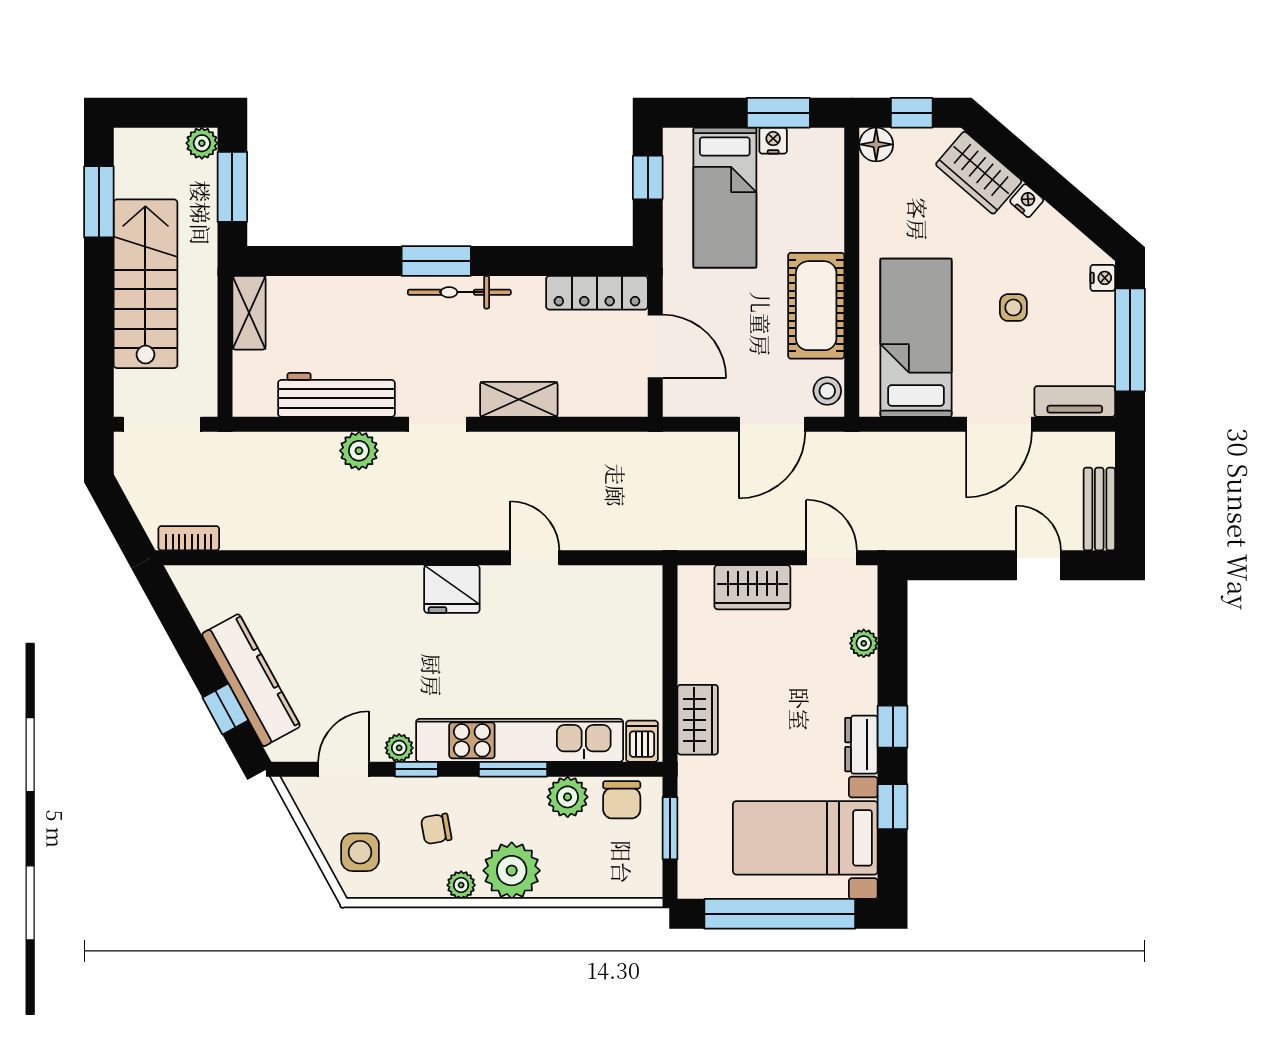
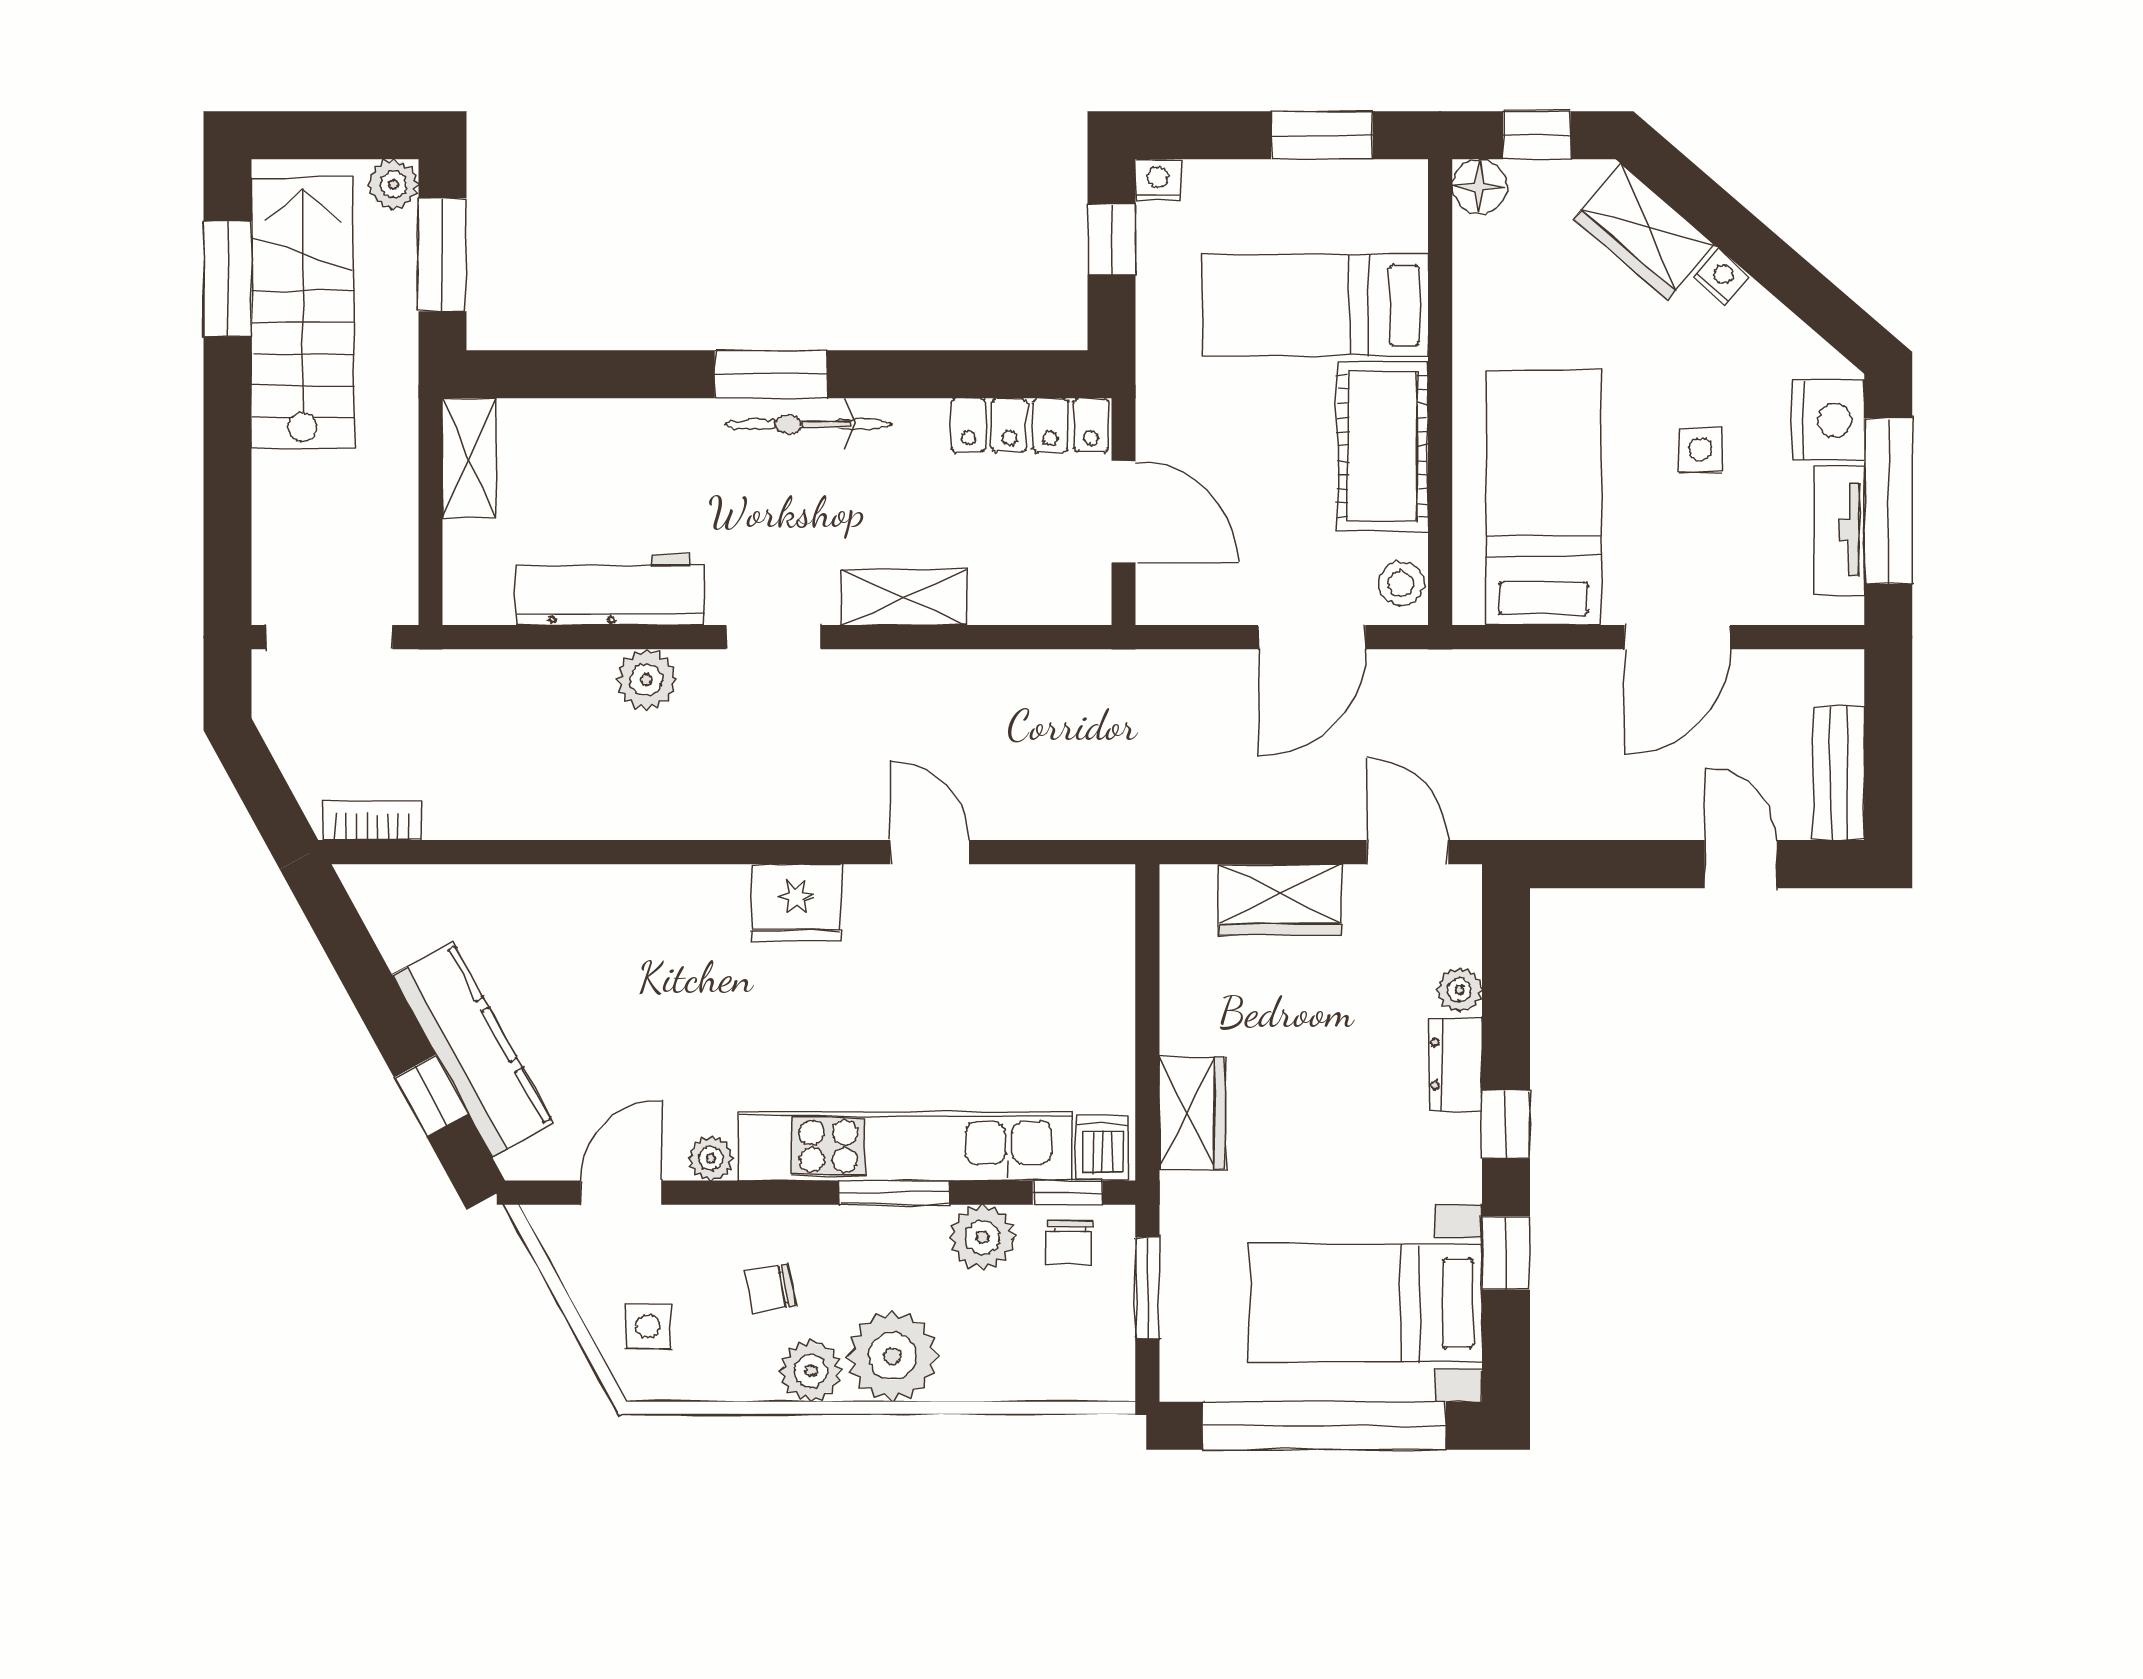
nightstand: (773, 141) -> (1158, 180), moved
bed: (725, 198) -> (1315, 305), moved, turned 90
nightstand: (1103, 278) -> (1829, 420), width x1.89, depth x1.79
stairs: (145, 284) -> (303, 313), moved
tv unit: (1075, 401) -> (1840, 530), moved, turned -90
dresser: (861, 745) -> (1456, 1064), moved
window: (416, 769) -> (1068, 1193), moved
chair: (622, 800) -> (1070, 1242), width x0.73, depth x0.73
side table: (360, 852) -> (648, 1327), width x0.73, depth x0.73
plant: (461, 885) -> (811, 1371), width x1.38, depth x1.38

